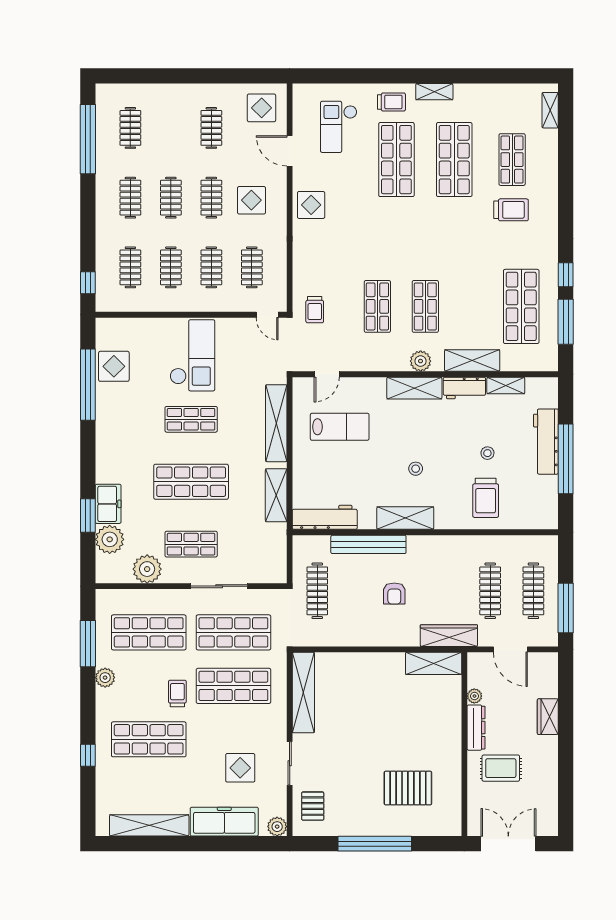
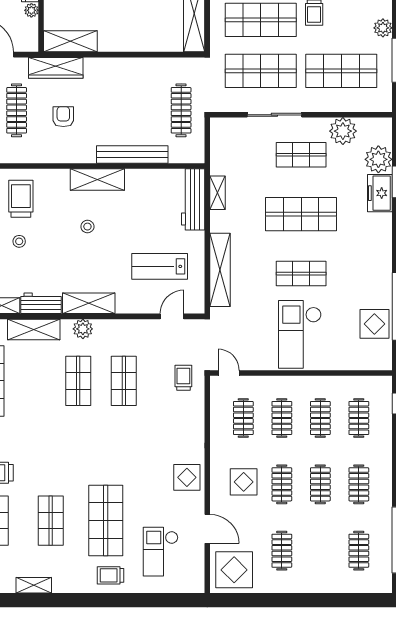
shelving: (434, 92) -> (34, 585), moved
display table: (262, 108) -> (234, 570), width x1.36, depth x1.36
checkout: (339, 127) -> (161, 552), turned 180
shop shelf: (454, 160) -> (51, 521), width x0.70, depth x0.74
shelving: (276, 495) -> (218, 193), width x0.67, depth x0.75
workbench: (325, 517) -> (193, 199), moved, turned 90
armchair: (394, 593) -> (63, 117), moved

